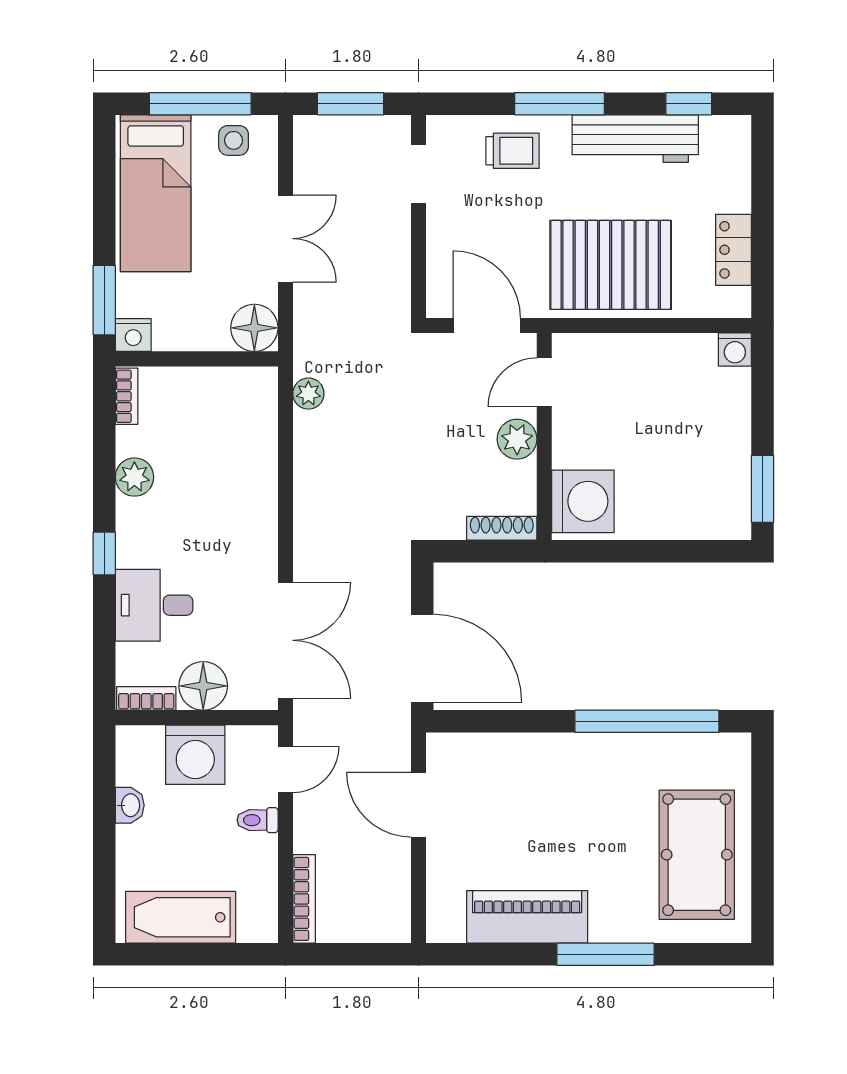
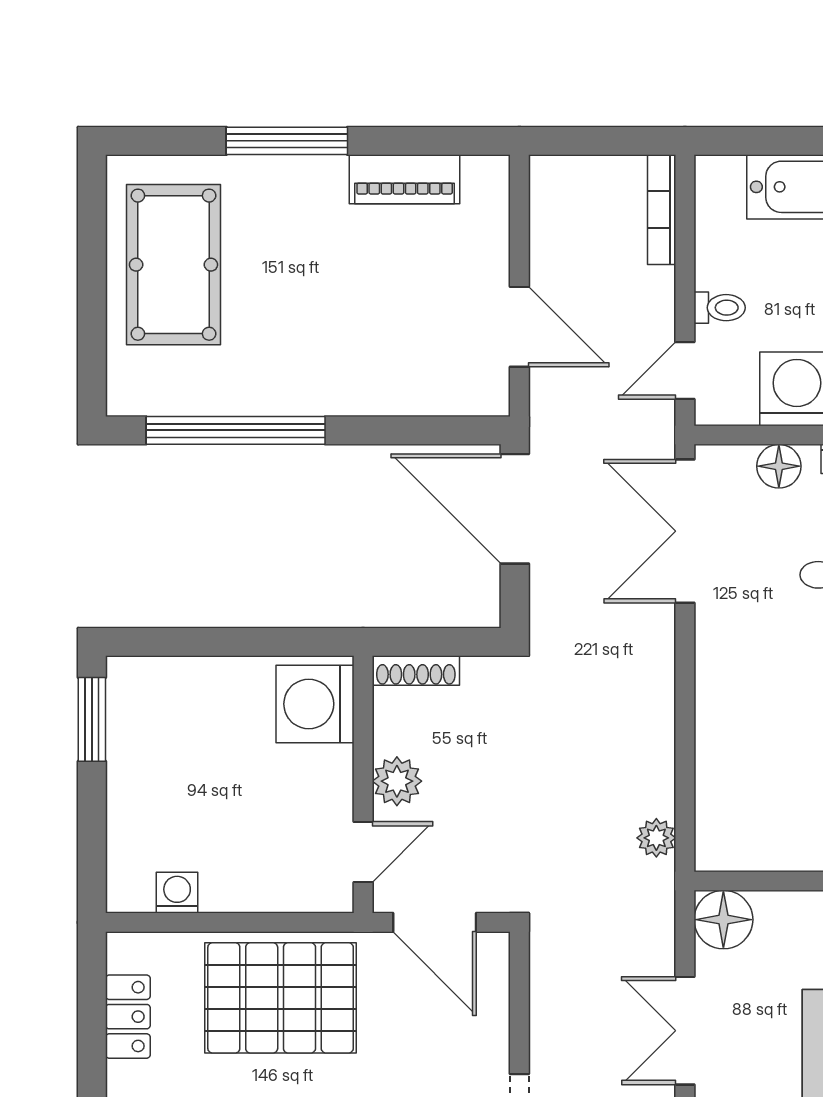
washing machine: (735, 350) -> (177, 893), moved
floor lamp: (203, 686) -> (779, 466), width x0.73, depth x0.73
piano: (527, 917) -> (405, 179), width x0.73, depth x0.75

